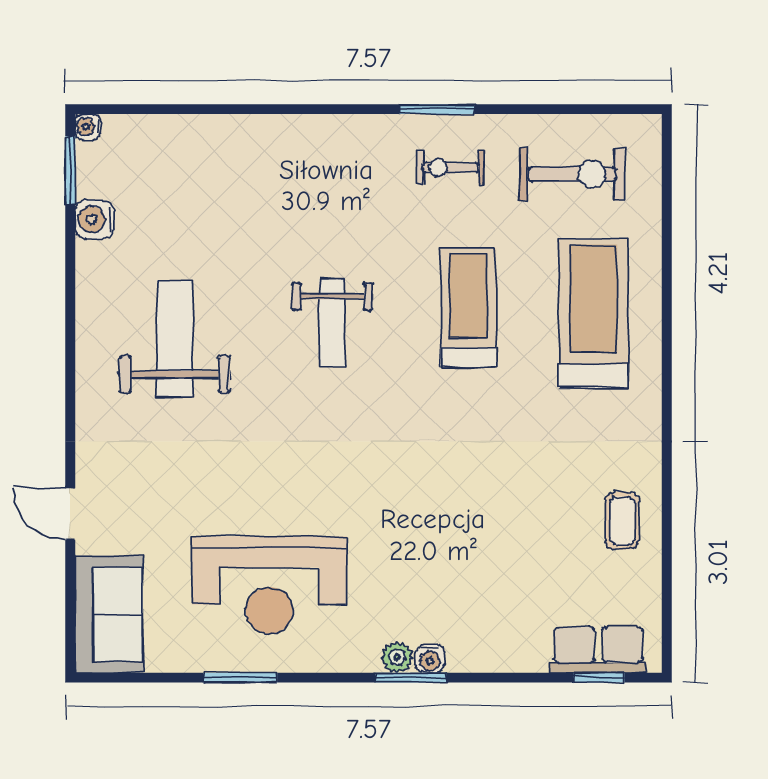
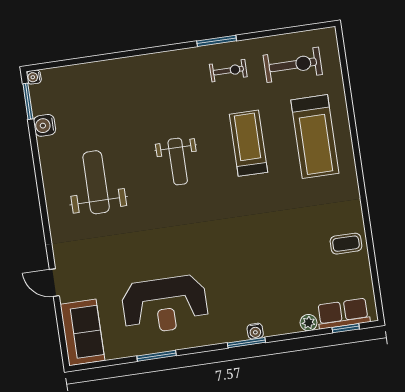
exercise bike: (451, 168) -> (228, 71), turned 180
treadmill: (593, 313) -> (315, 137), turned 180
coffee table: (622, 521) -> (346, 244), turned 90
plant: (397, 657) -> (309, 323), moved

